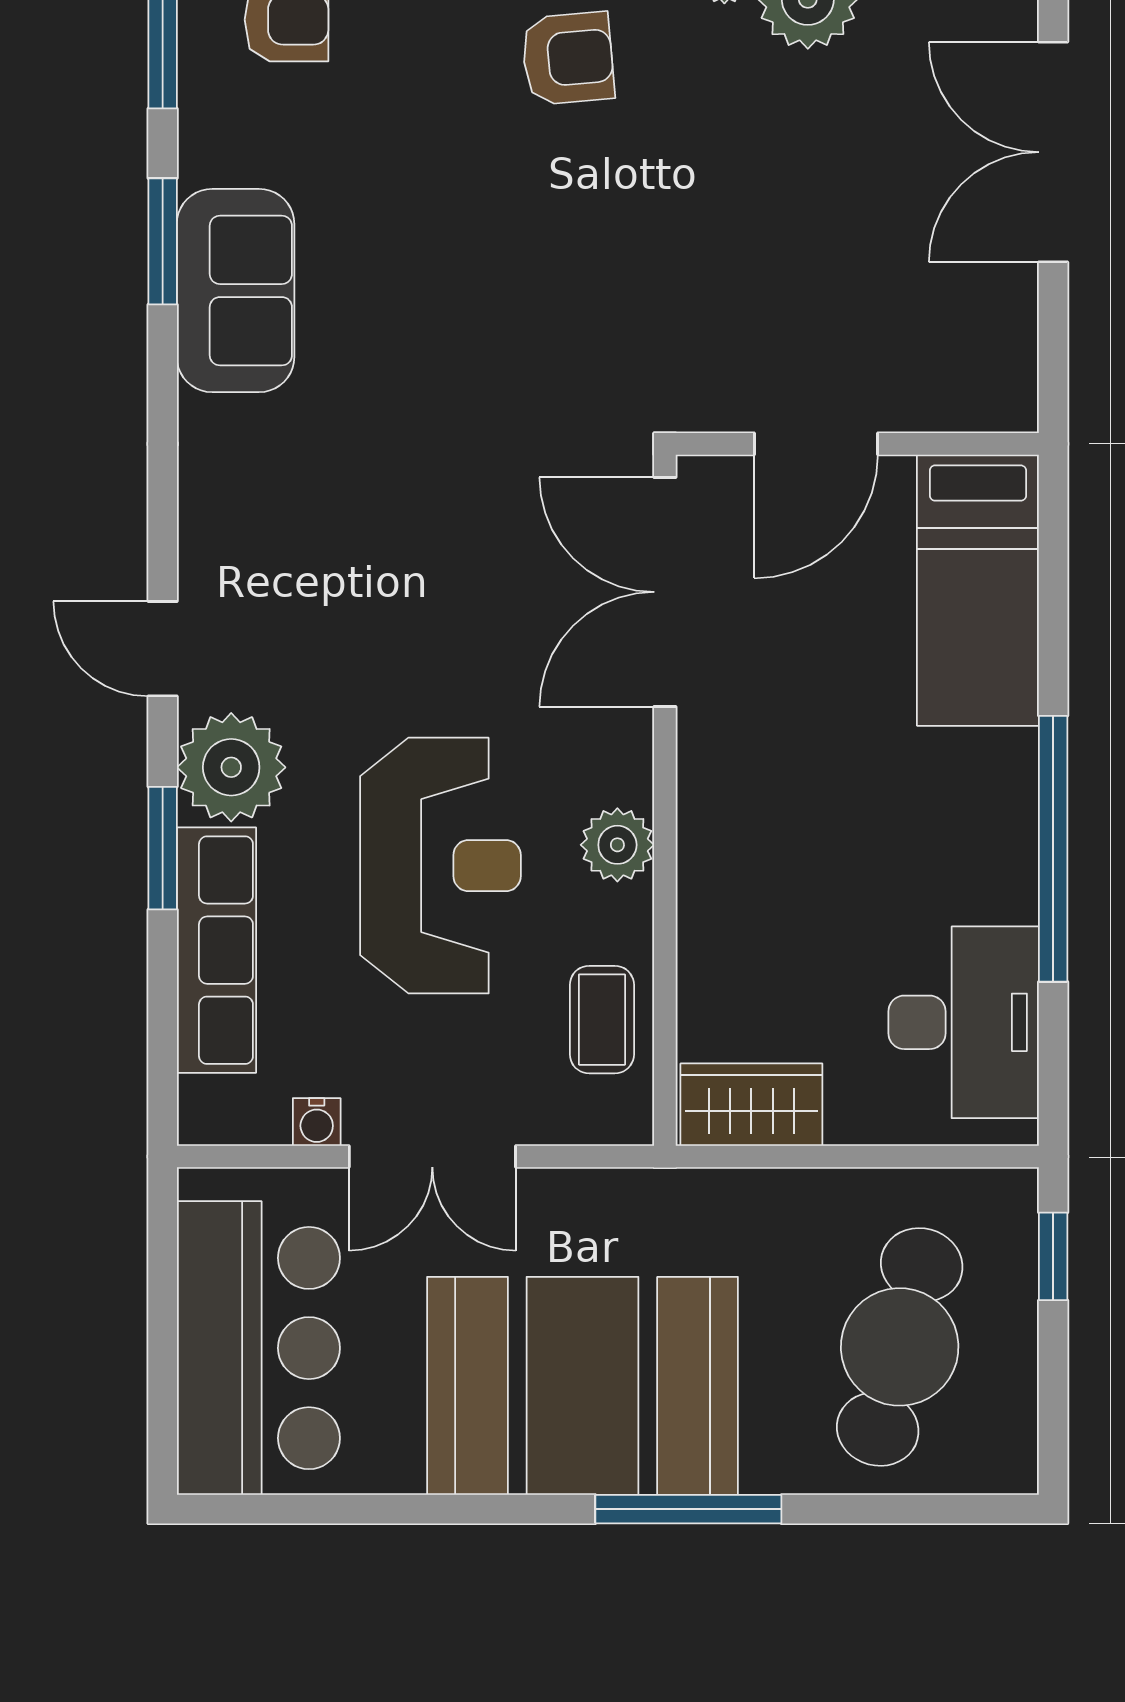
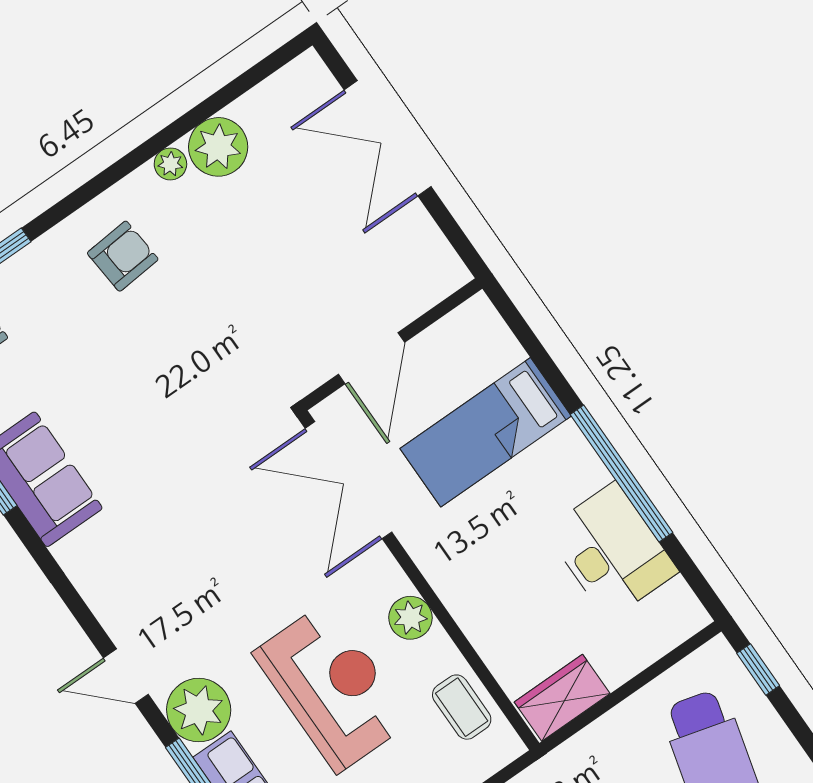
bed: (978, 590) -> (486, 432), moved, turned 90
desk: (964, 1022) -> (611, 551), moved

